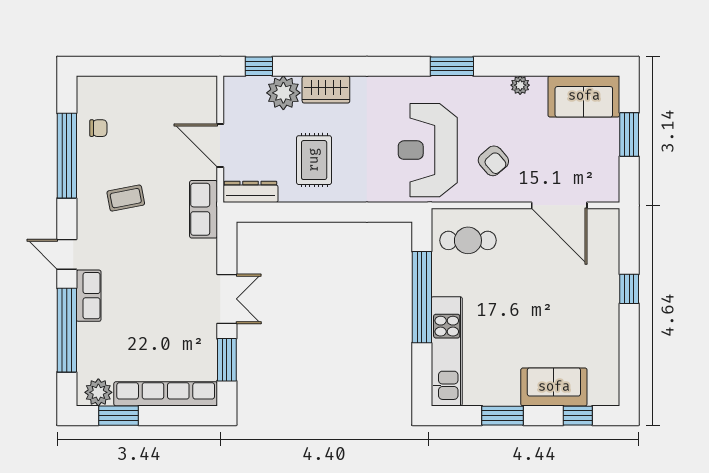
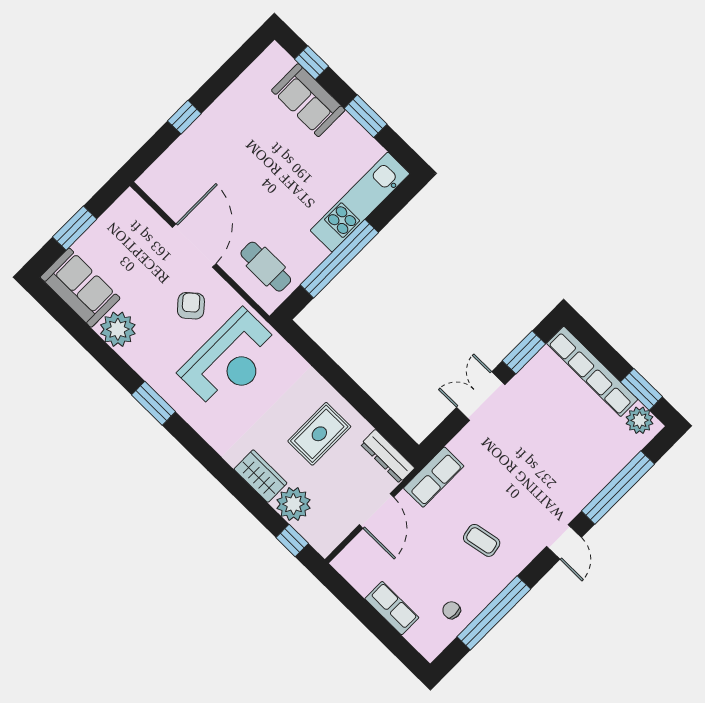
plant: (520, 85) -> (118, 329), width x1.88, depth x1.88
door: (559, 205) -> (194, 246), moved
row of seats: (89, 296) -> (392, 608), moved, turned 90

